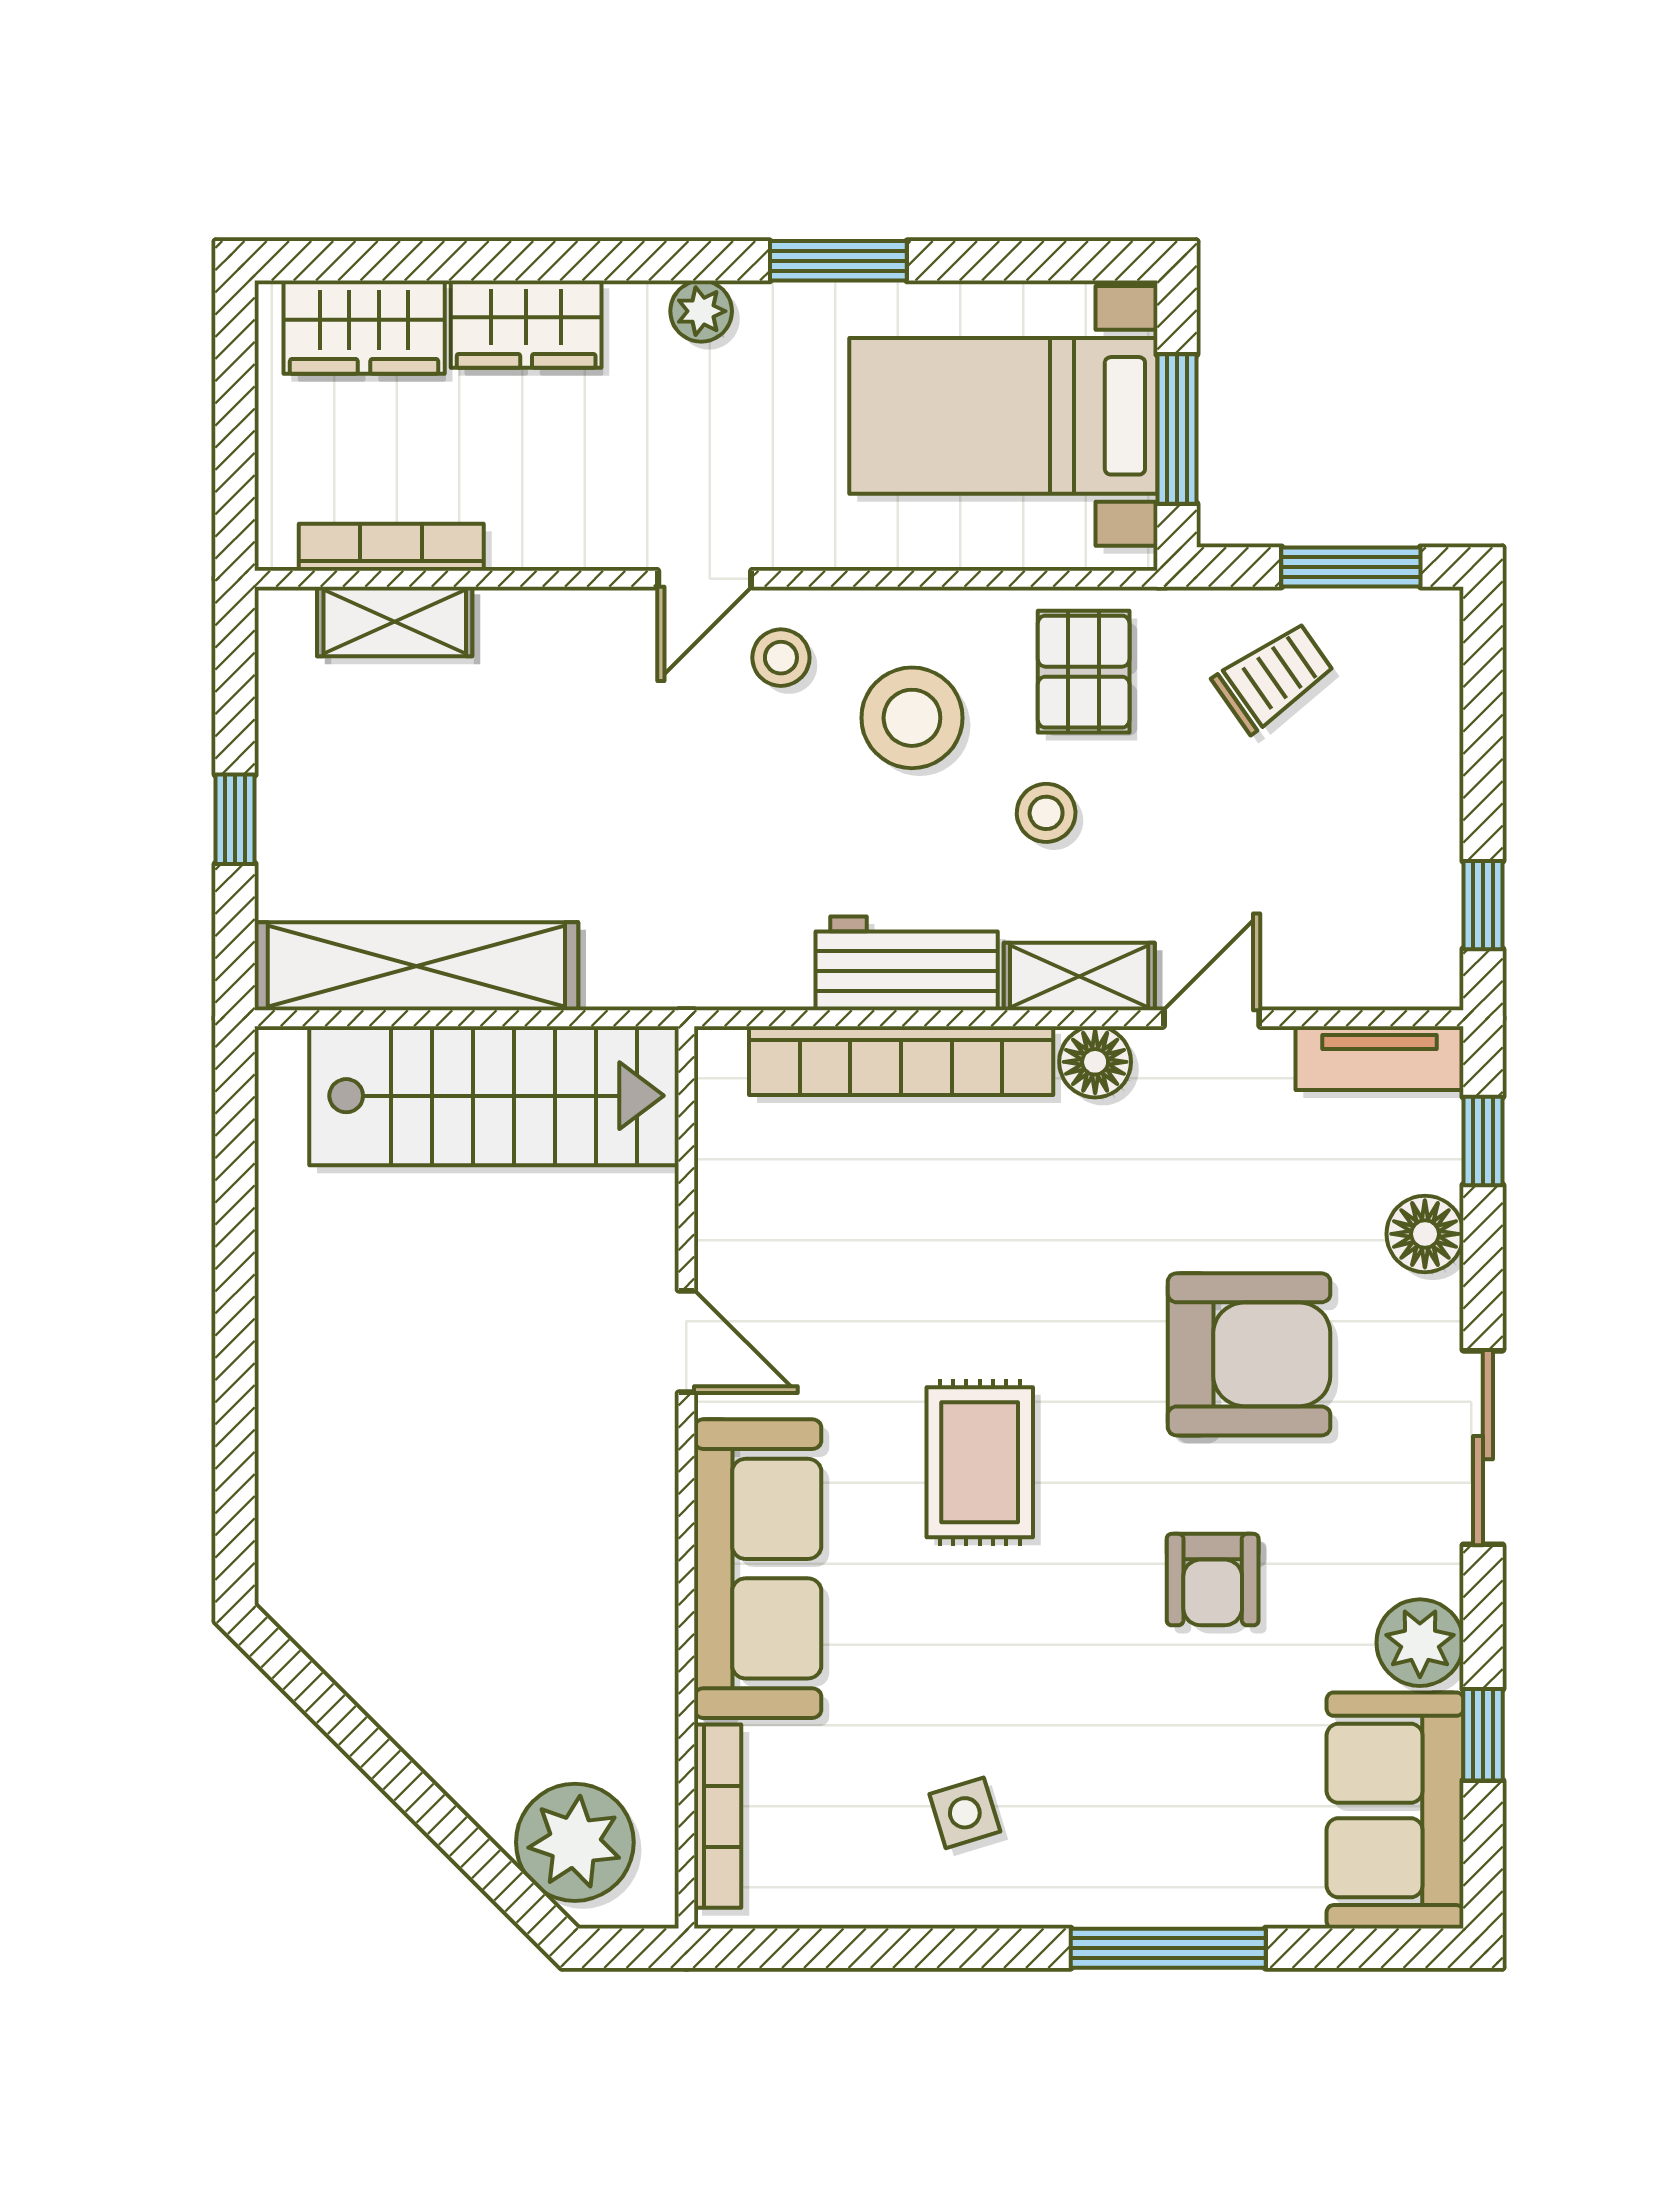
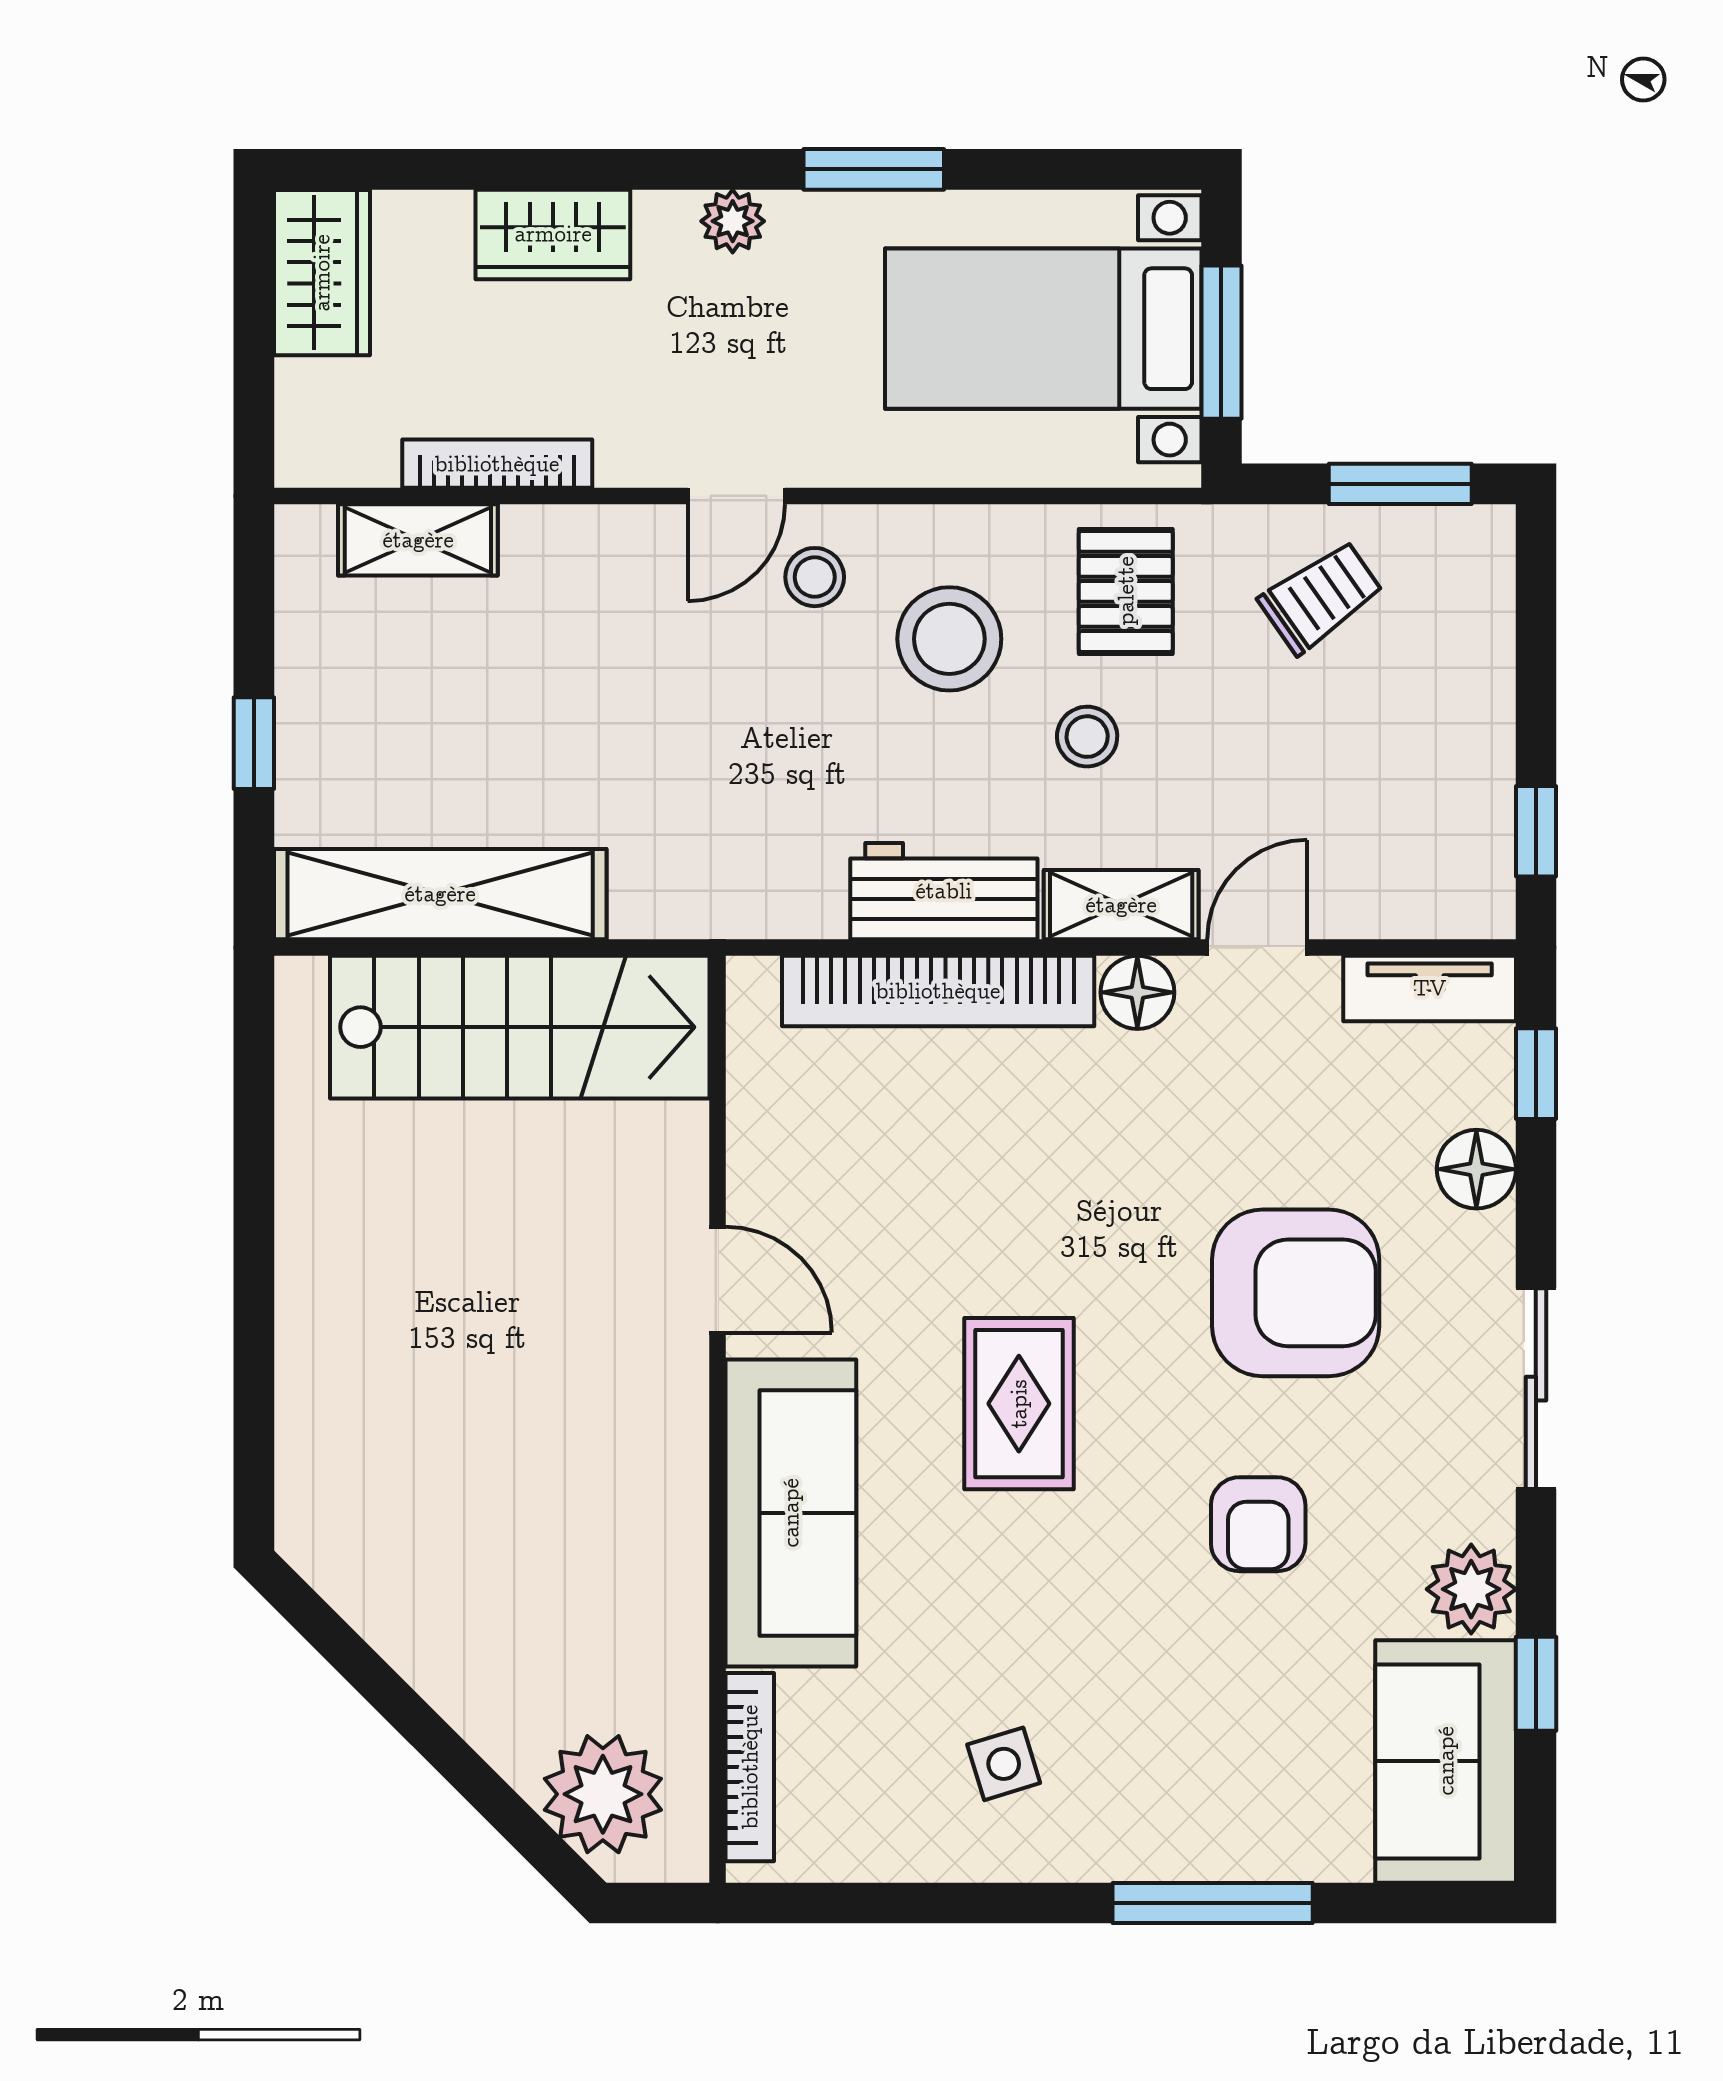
wardrobe: (364, 327) -> (322, 273), moved, turned -90
bookcase: (391, 547) -> (497, 464), moved

